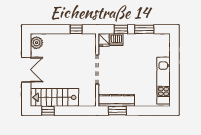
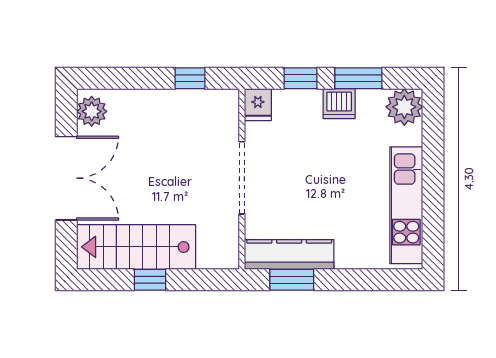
dishwasher: (116, 40) -> (339, 104), moved
plant: (163, 41) -> (404, 107), added
double door: (26, 70) -> (66, 178), width x1.37
window: (48, 111) -> (150, 280), moved

